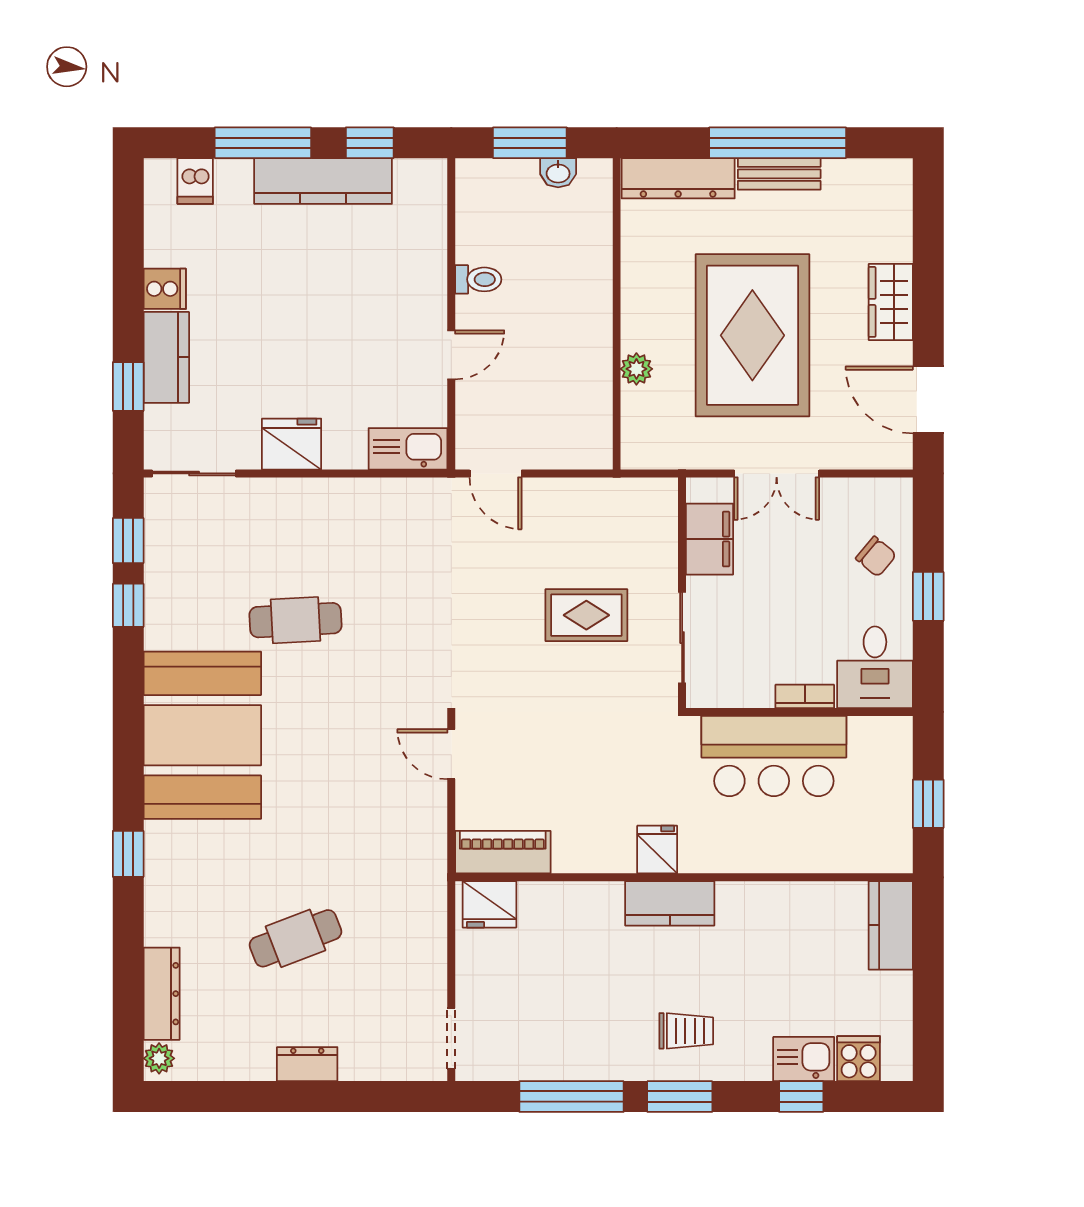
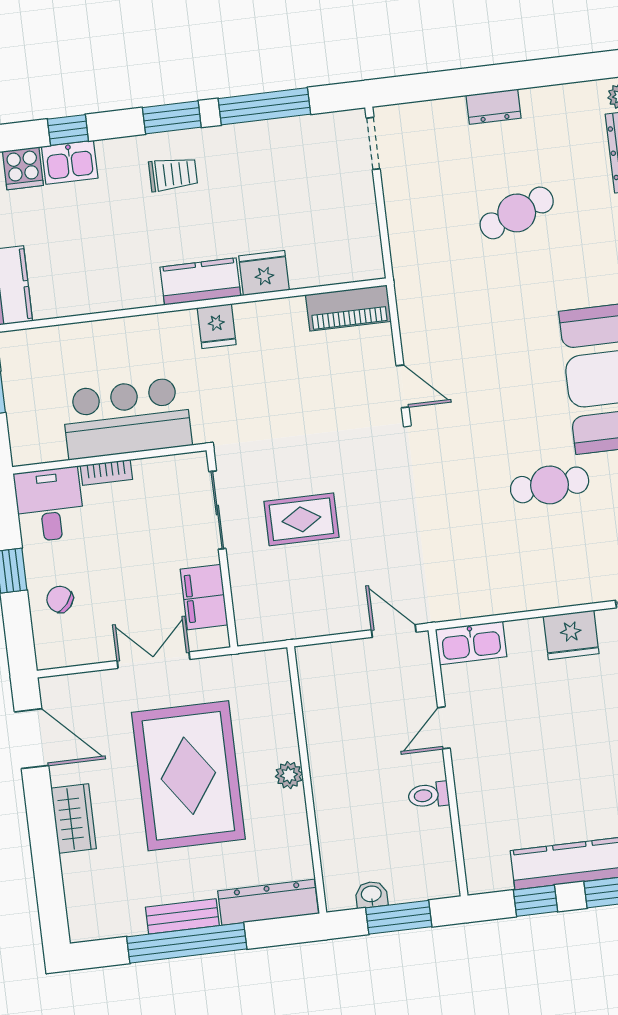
plant: (636, 369) -> (289, 775), moved
fridge: (489, 904) -> (264, 273), moved
trolley: (686, 1031) -> (173, 174), turned 180

